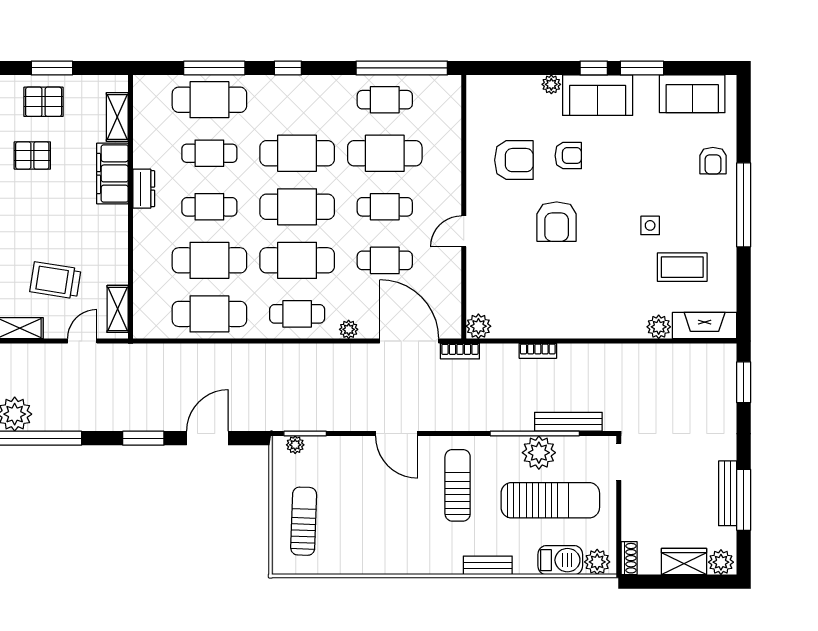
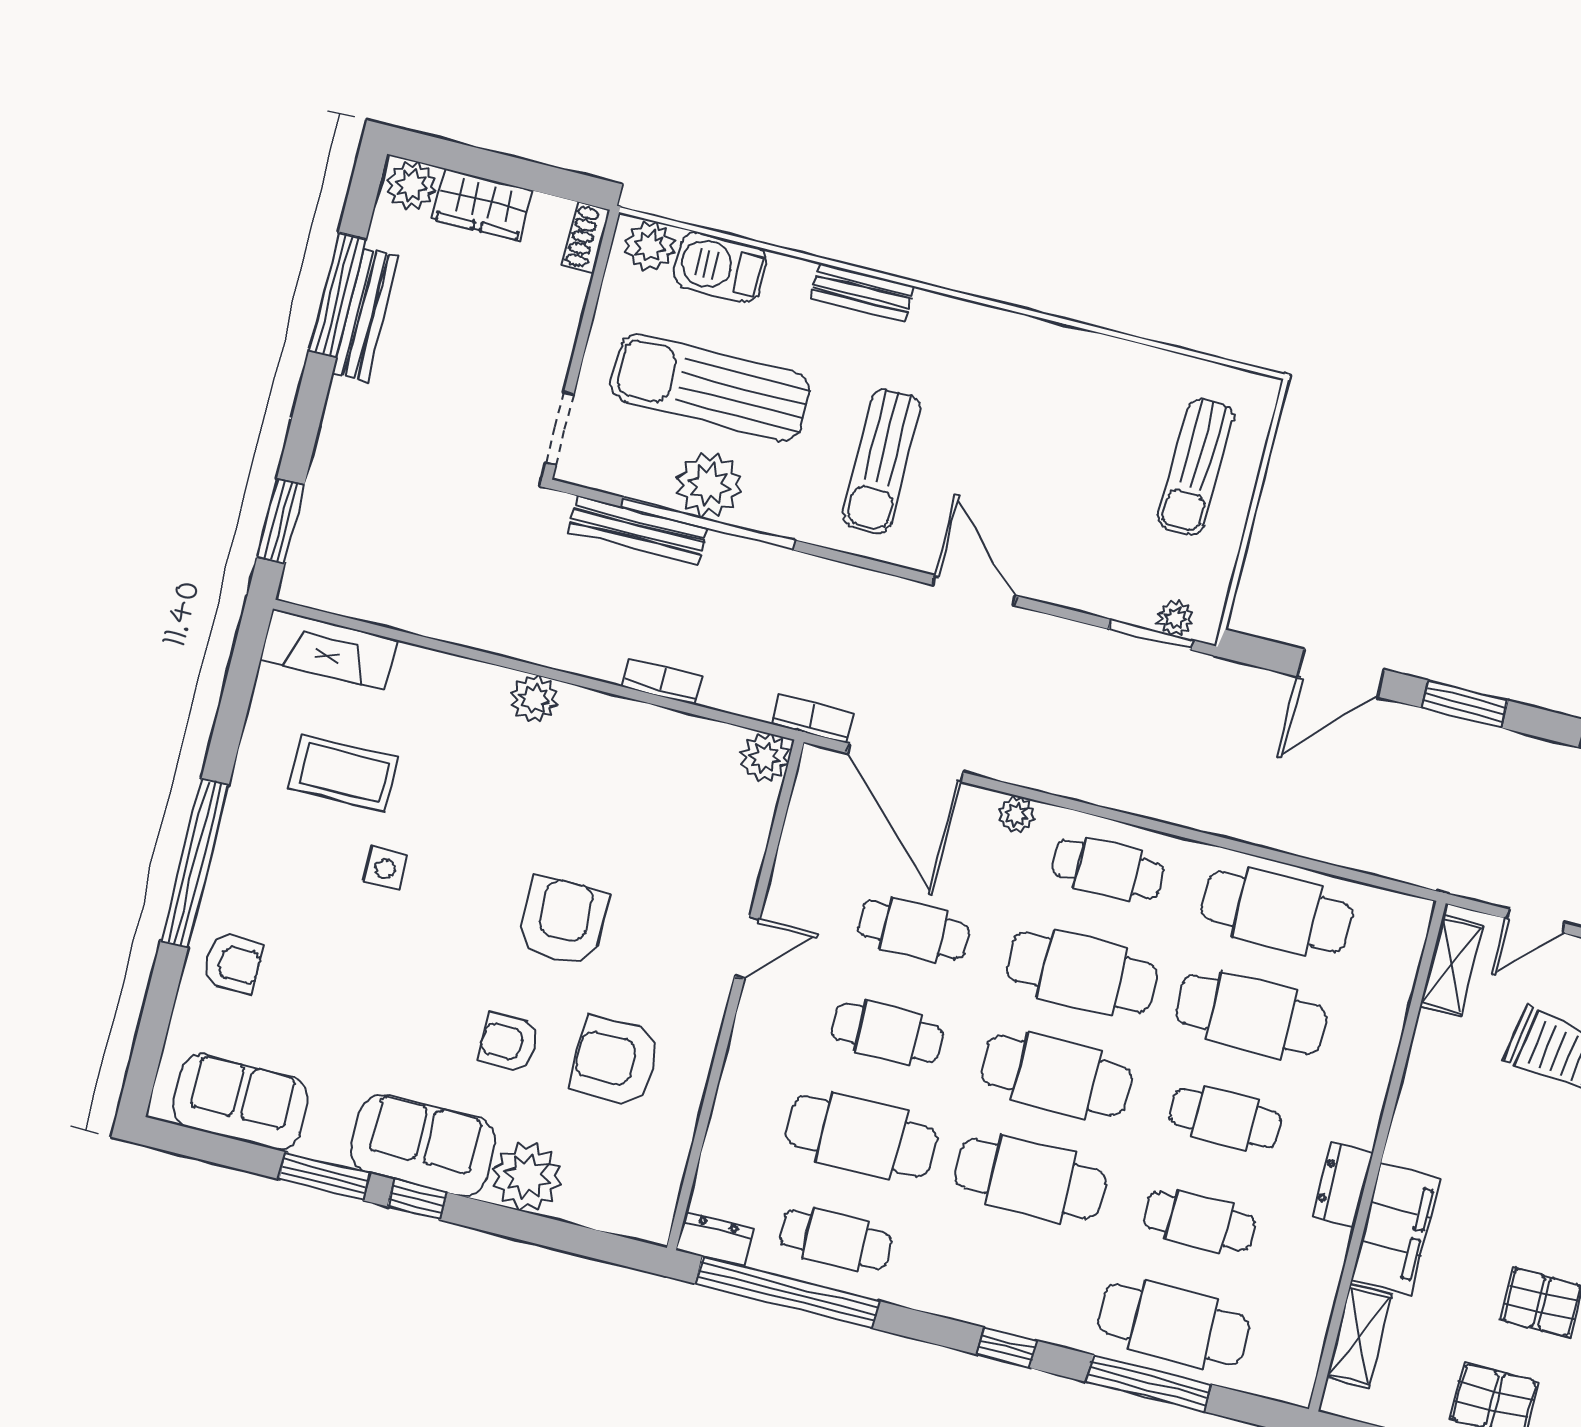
plant: (551, 84) -> (527, 1176), width x1.88, depth x1.88
dresser: (444, 85) -> (715, 1240), added
armchair: (713, 161) -> (232, 963), turned 90
plant: (659, 327) -> (534, 699), moved

